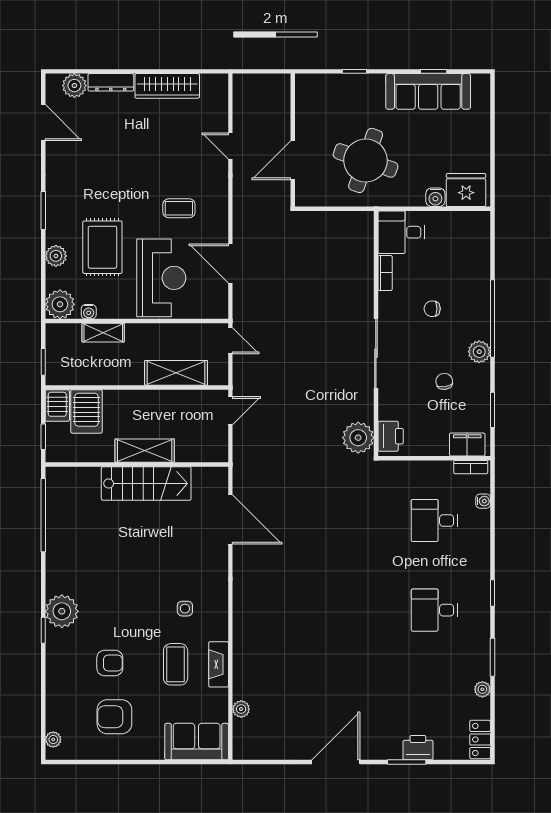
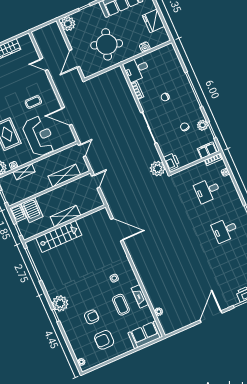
plant: (310, 89) -> (68, 24), added
fridge: (466, 190) -> (154, 21), moved, turned -90
door: (230, 341) -> (82, 151), hinge flipped
plant: (479, 352) -> (202, 125), moved
stairs: (146, 483) -> (59, 236), moved

